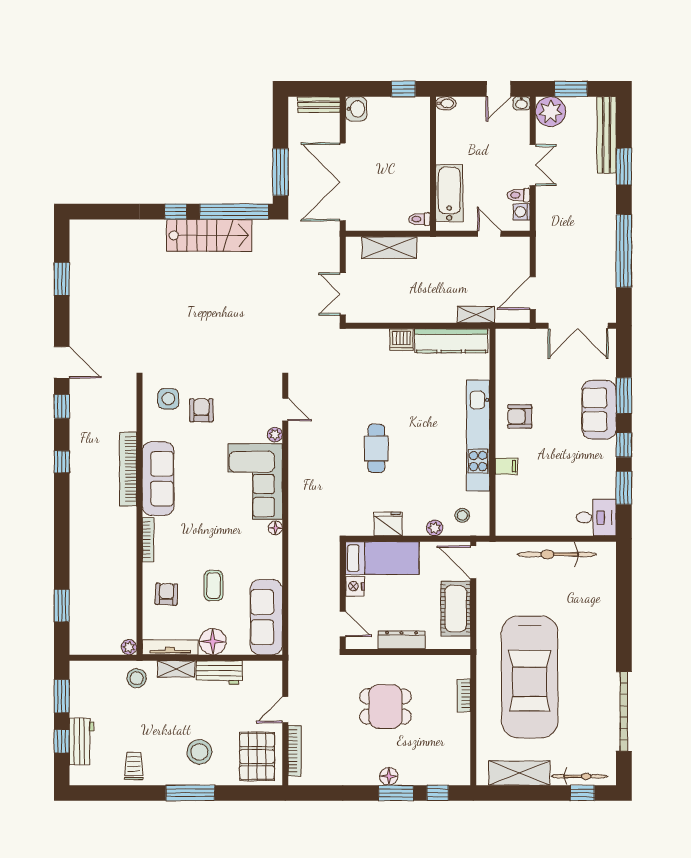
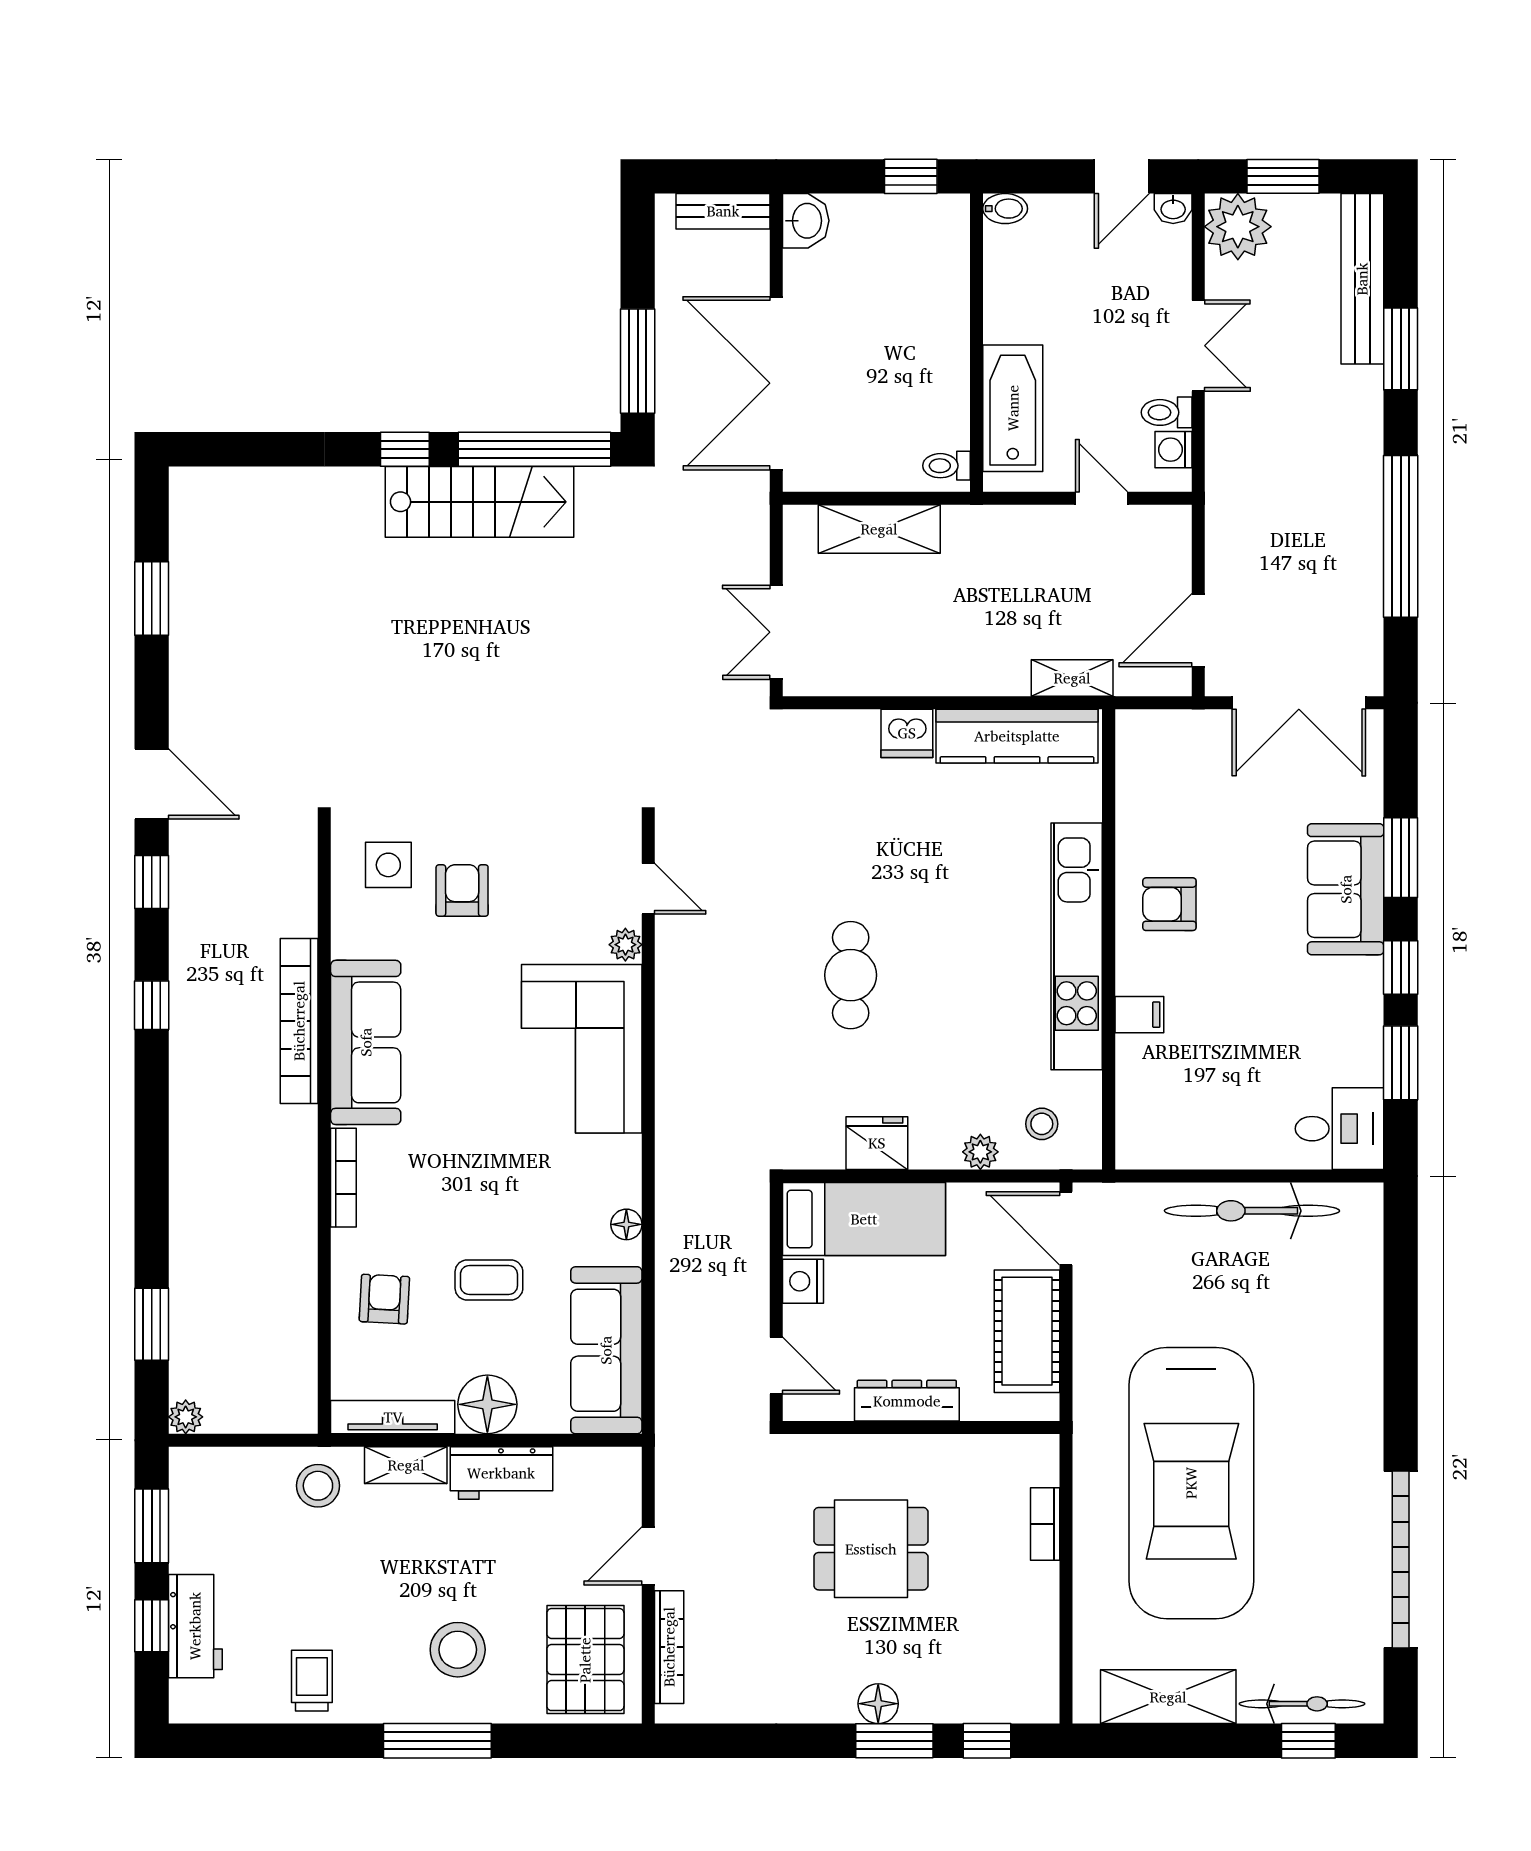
floor lamp: (275, 528) -> (626, 1224), moved
coffee table: (214, 586) -> (489, 1280), turned 90
plant: (129, 647) -> (186, 1417), moved

